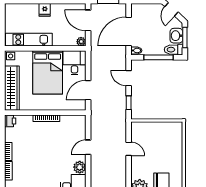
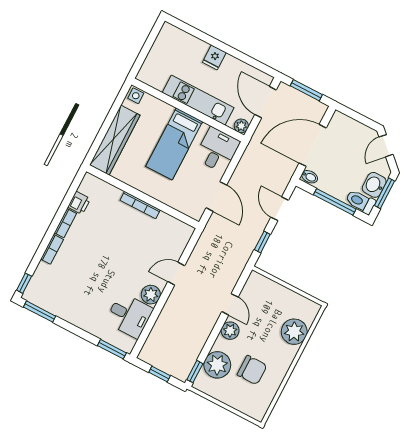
kitchen unit: (29, 40) -> (198, 100), moved
bed: (48, 72) -> (174, 144), width x0.67
door: (88, 90) -> (216, 196), swing flipped
printer: (10, 121) -> (79, 203), moved
plant: (174, 145) -> (294, 332), added
plant: (137, 164) -> (230, 331), added

